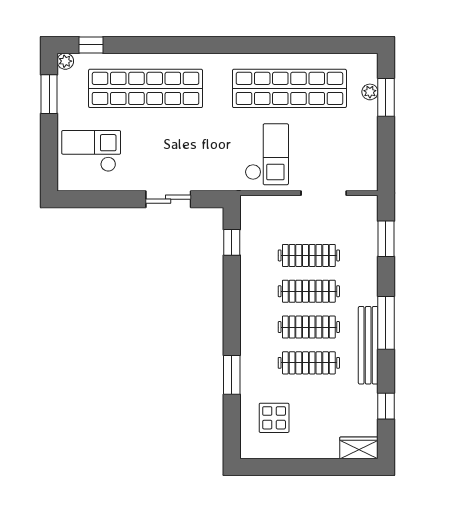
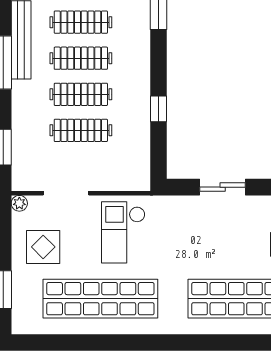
plant: (370, 92) -> (19, 203), moved
display table: (346, 140) -> (43, 247), added
window: (232, 242) -> (159, 109), moved

